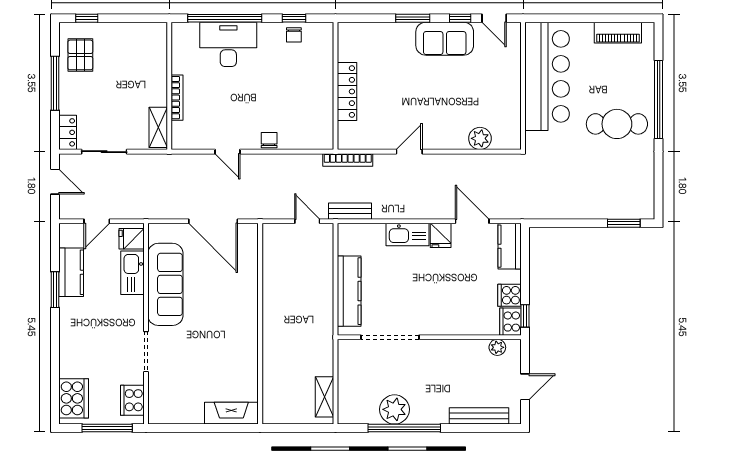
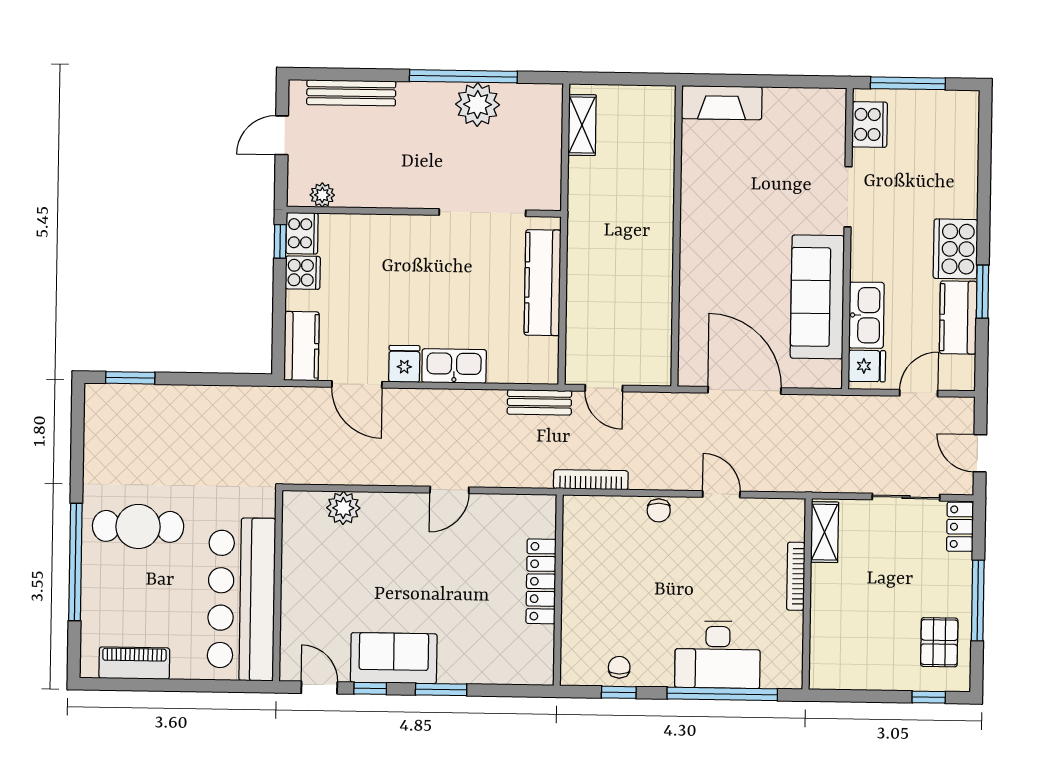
bookcase: (348, 160) -> (591, 480), moved
cooker: (74, 398) -> (956, 249), moved

